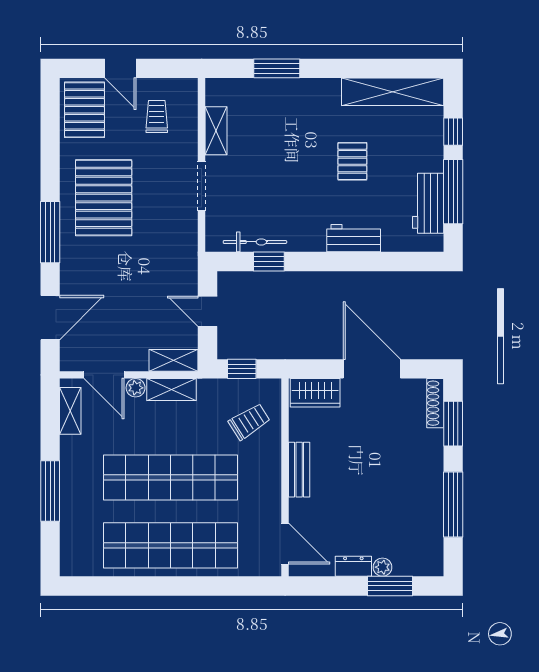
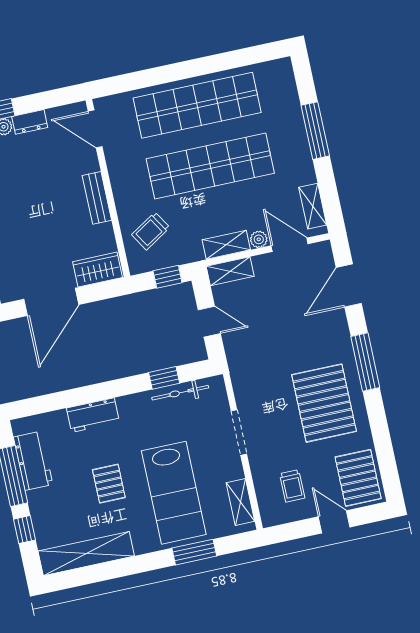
shelving: (216, 131) -> (240, 502), moved
lab bench: (285, 137) -> (174, 493), added
door: (372, 369) -> (51, 302), hinge flipped

